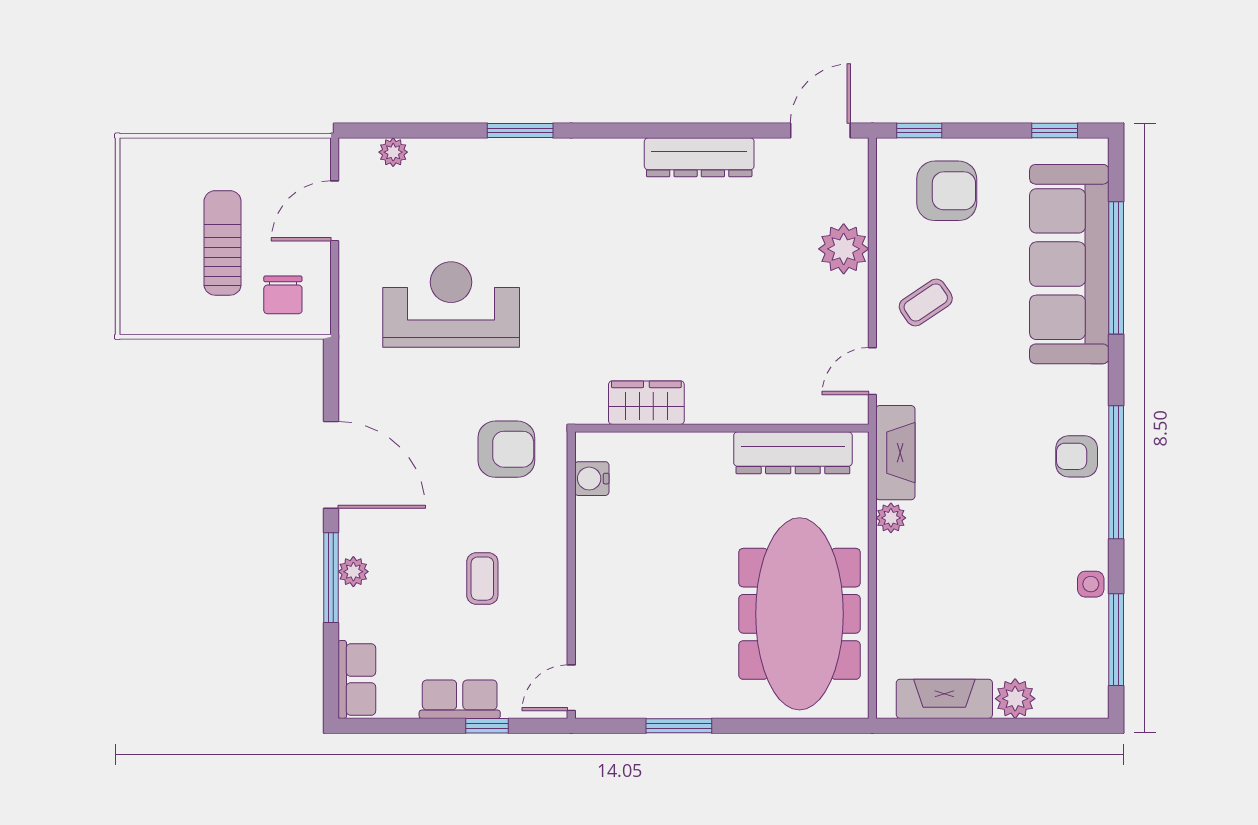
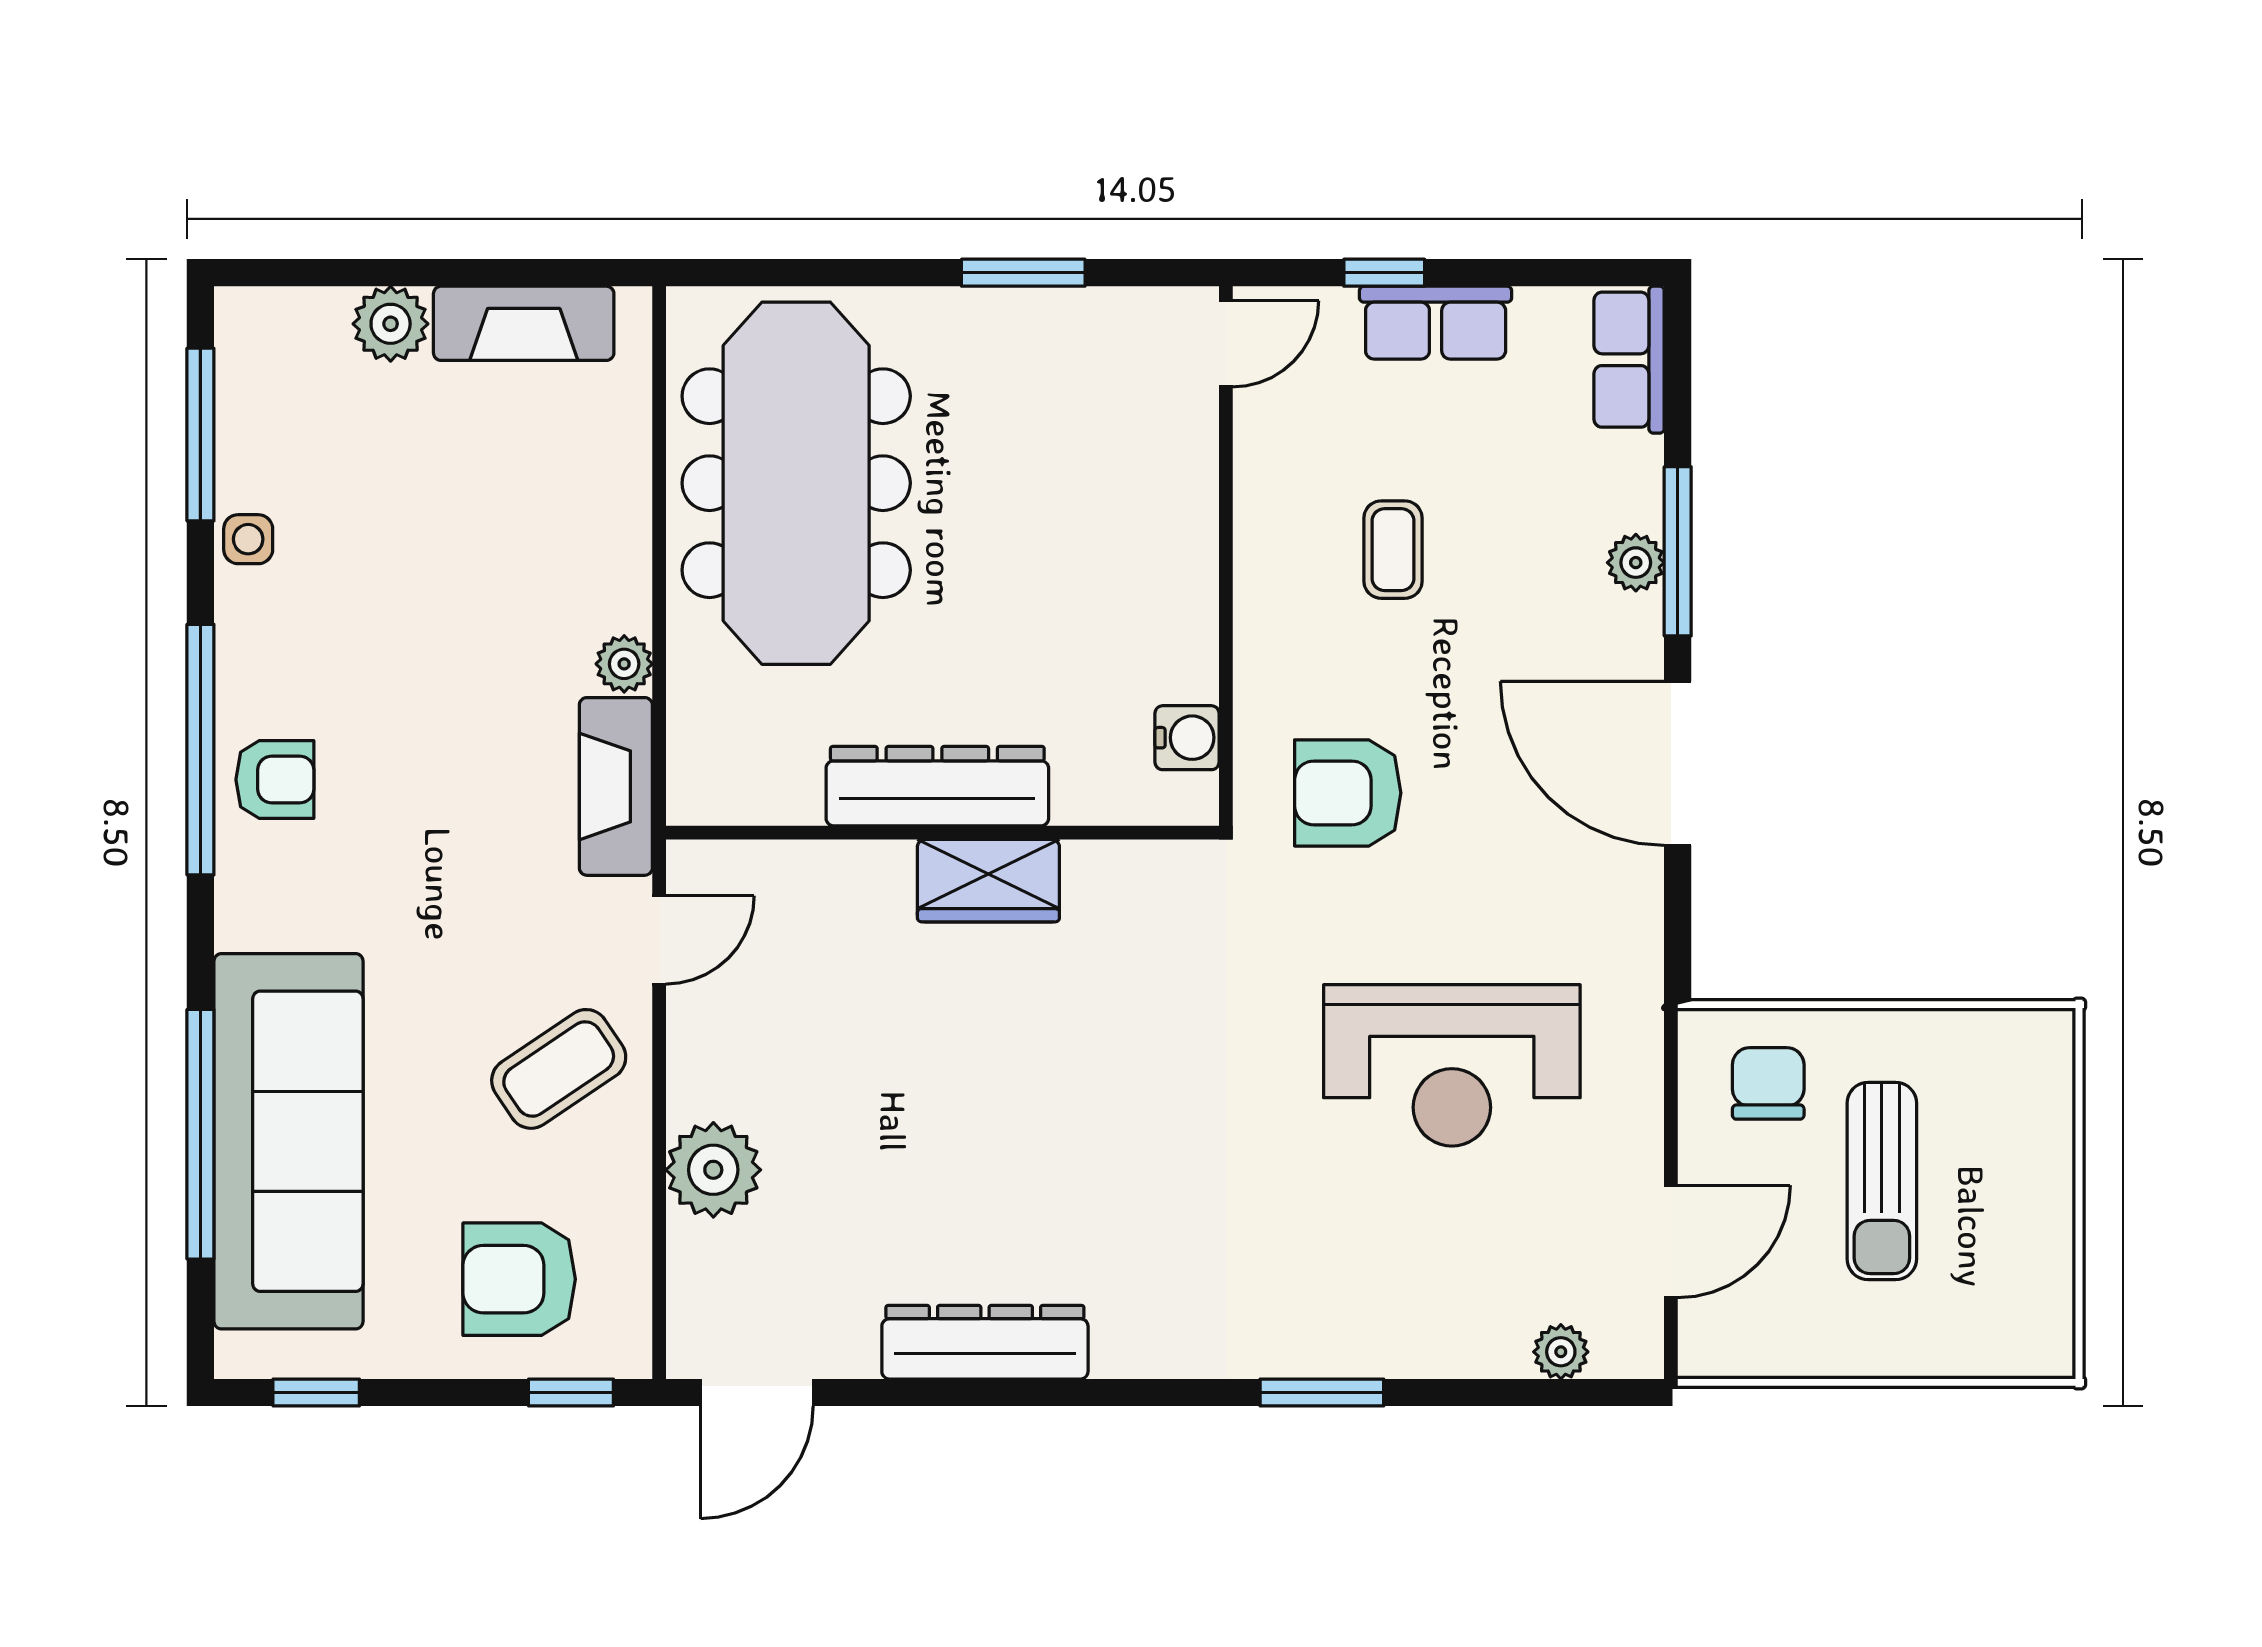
coffee table: (926, 303) -> (559, 1069), width x1.36, depth x1.30
wardrobe: (646, 403) -> (988, 881), moved
dresser: (793, 453) -> (937, 786), moved

